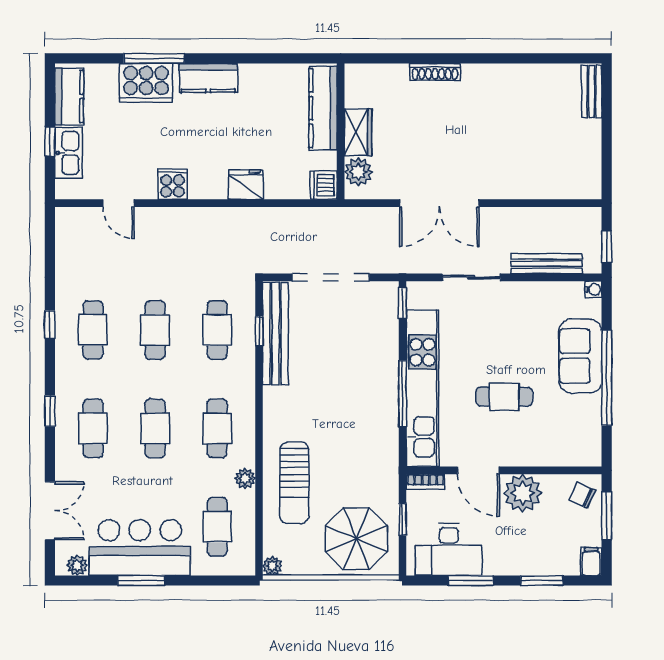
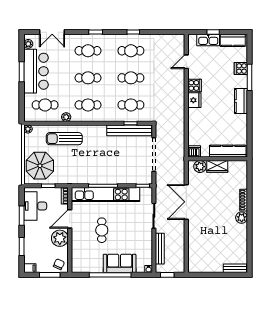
plant: (475, 77) -> (242, 218), added
cooker: (146, 83) -> (241, 69), width x0.53, depth x0.76
fridge: (246, 185) -> (194, 100), moved

